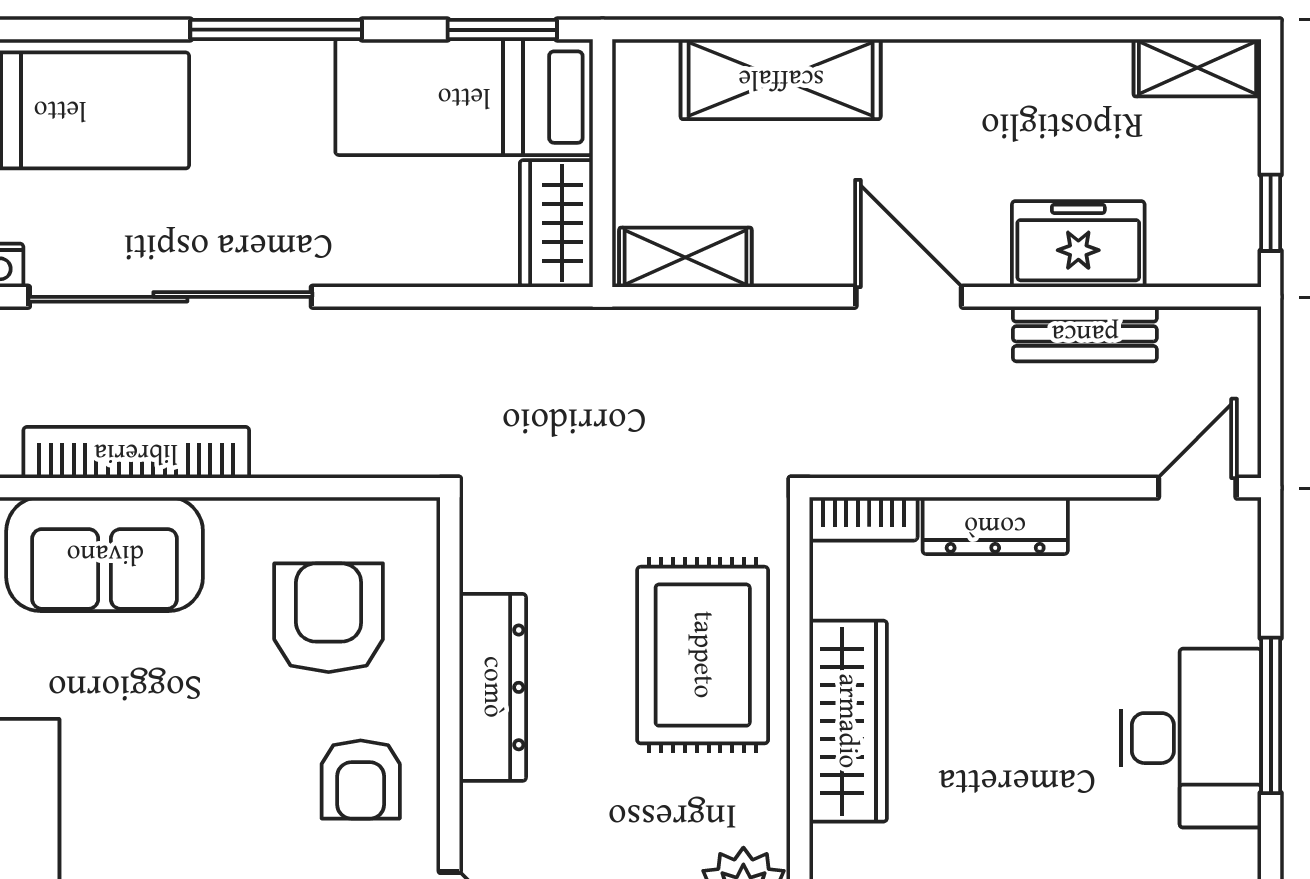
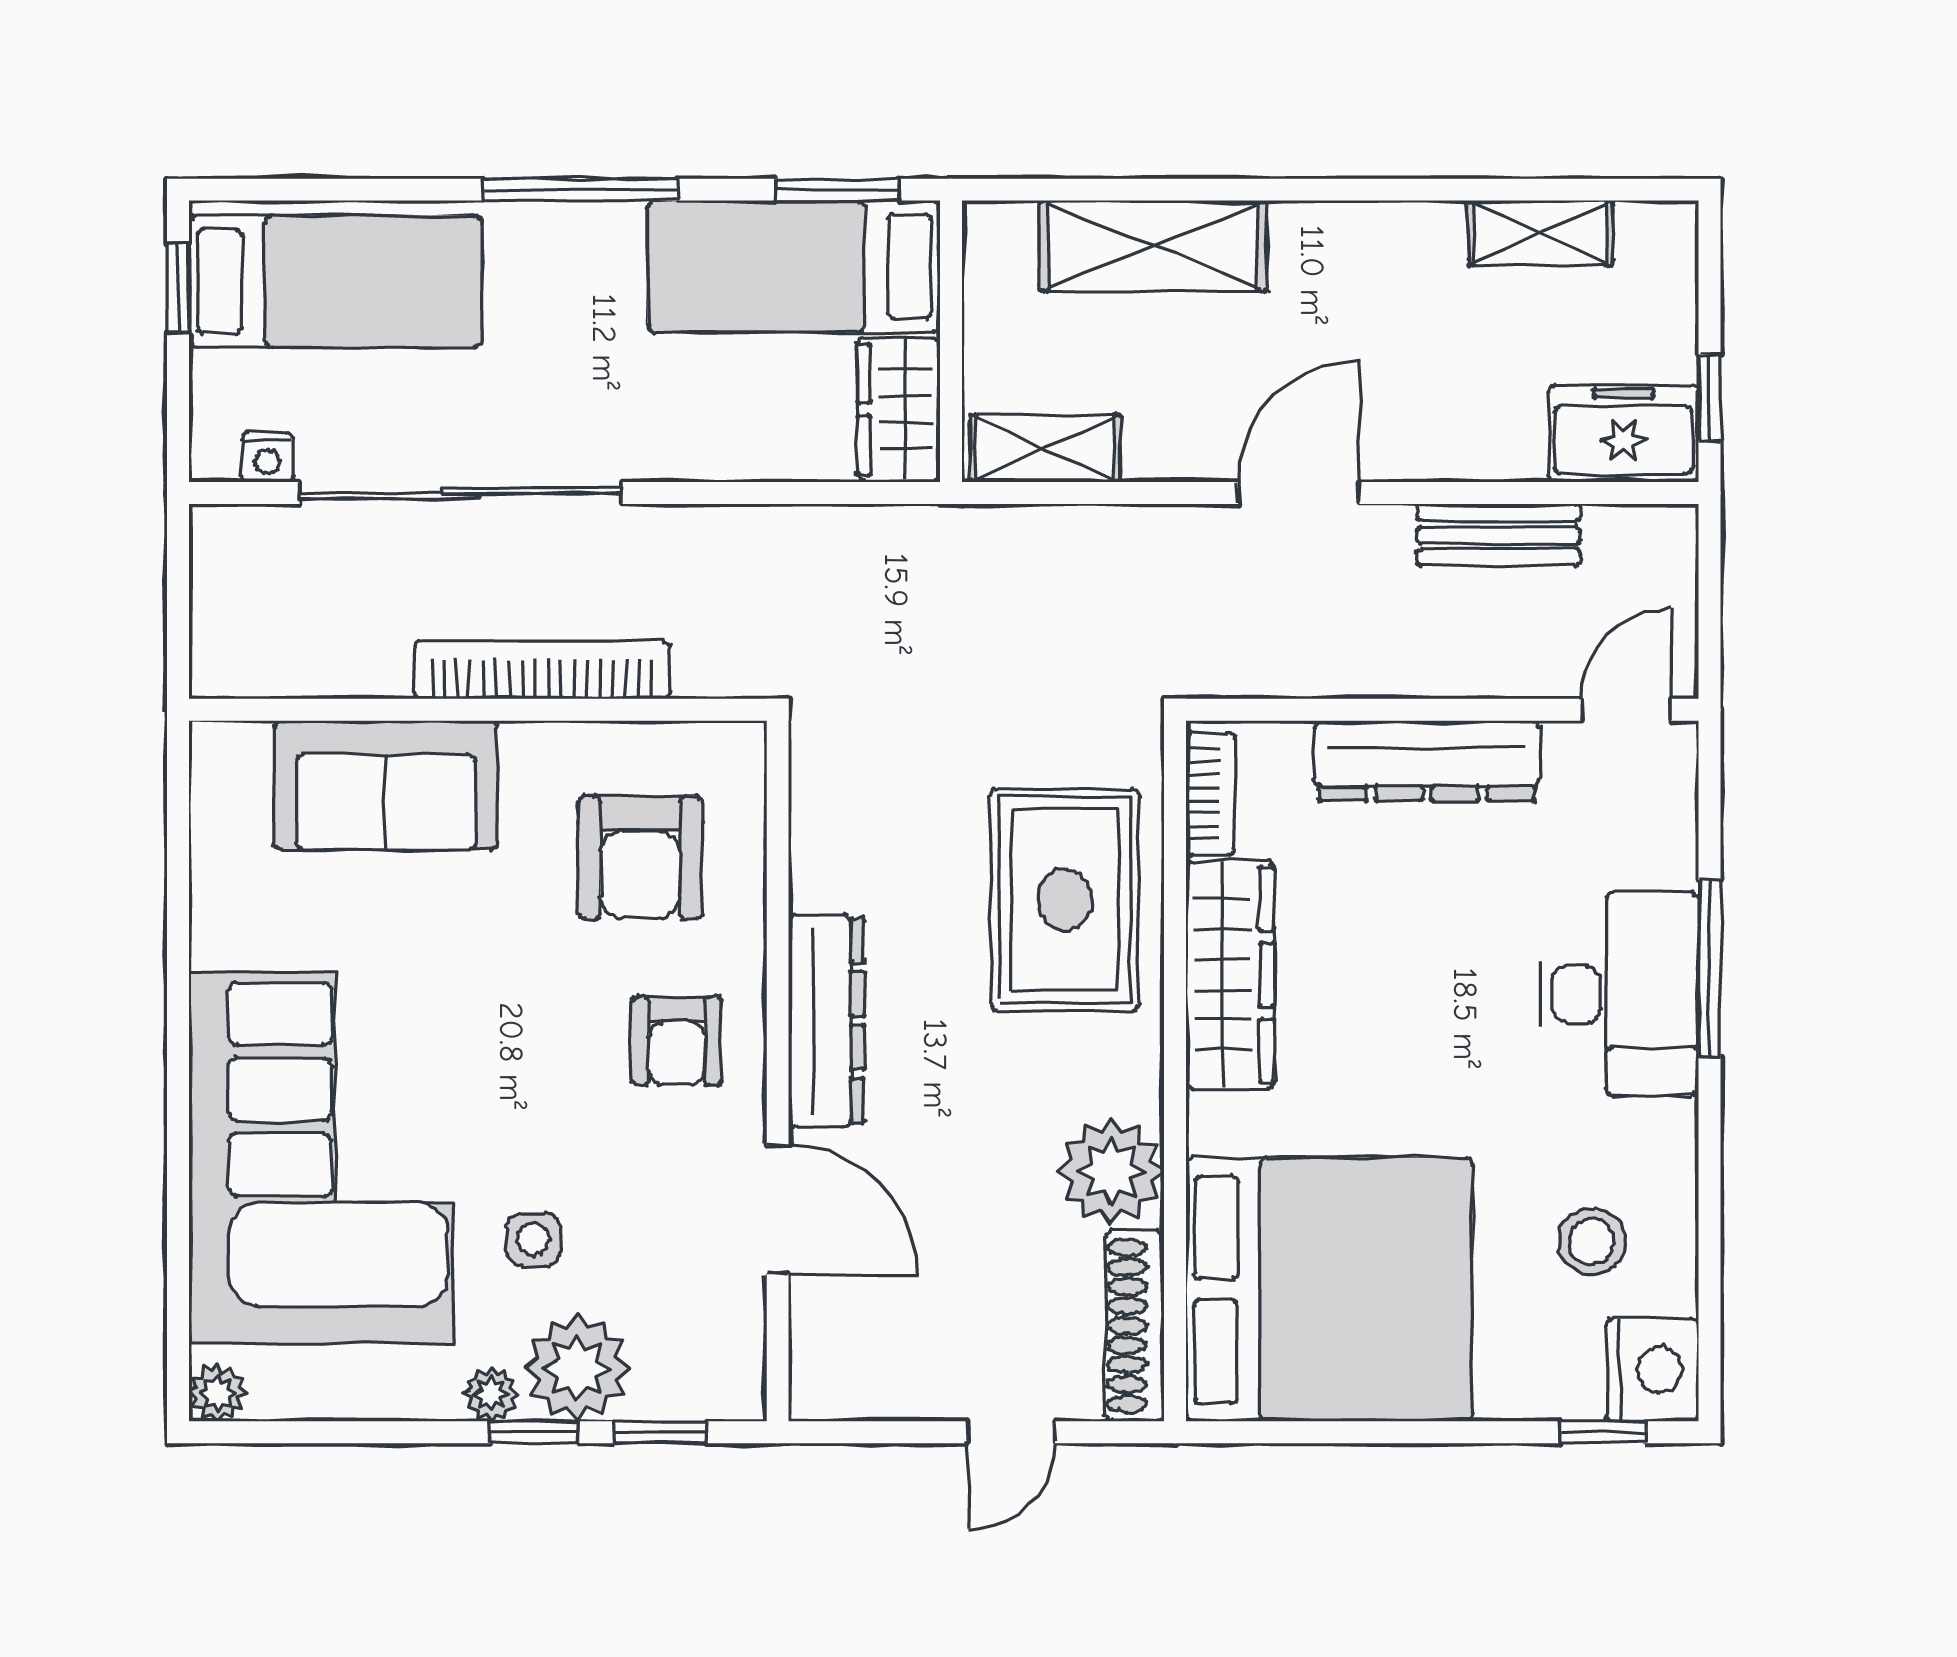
shelving: (1197, 68) -> (1541, 233), moved
freezer: (1078, 244) -> (1623, 433), moved
door: (909, 297) -> (1299, 493), hinge flipped
bookcase: (136, 453) -> (542, 670), moved
bookcase: (863, 519) -> (1210, 794), moved, turned -90
dresser: (995, 526) -> (1427, 761), width x1.37, depth x1.24
armchair: (329, 618) -> (640, 857), turned 180
dresser: (493, 687) -> (826, 1021), moved

